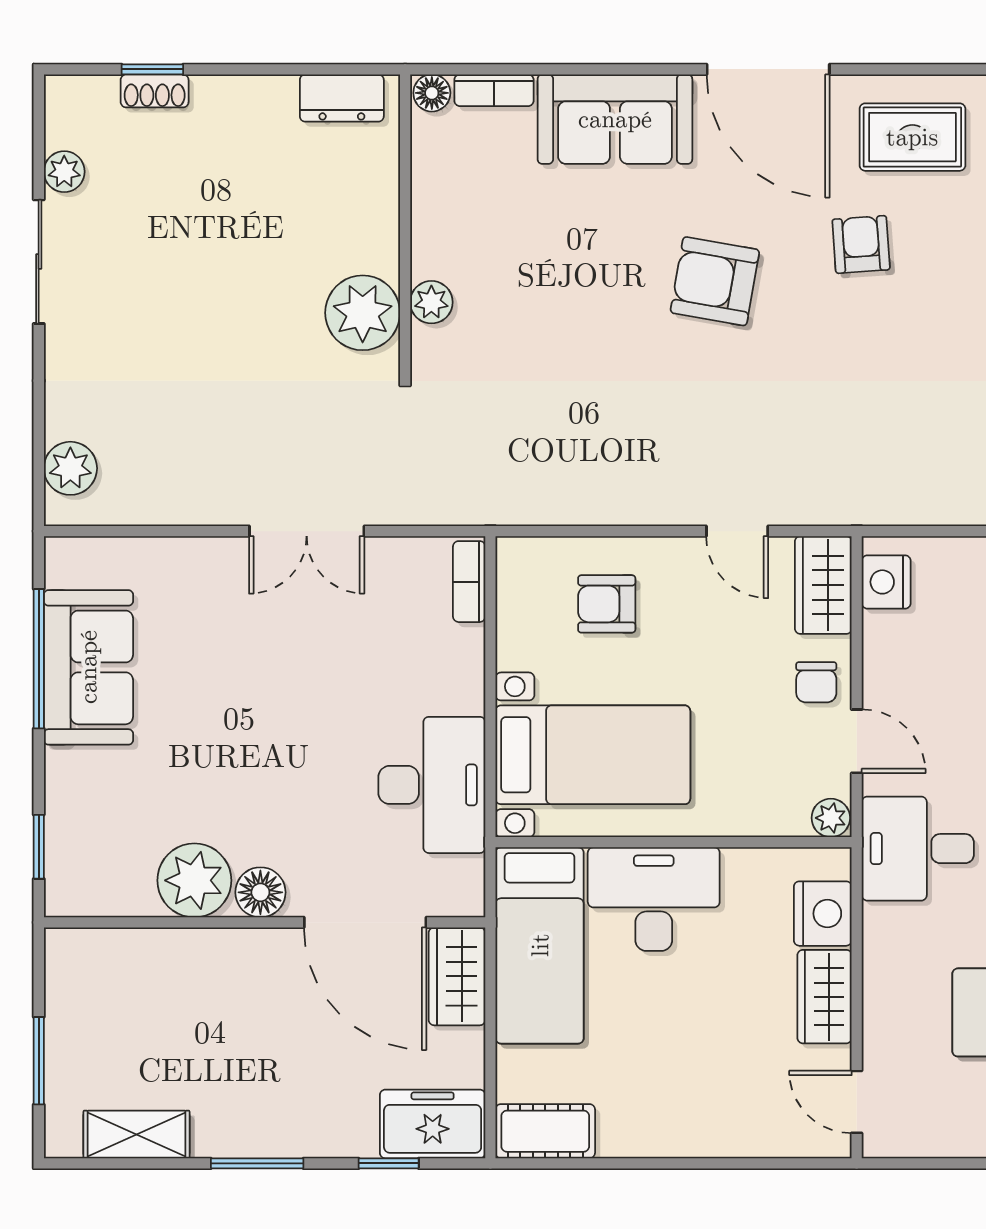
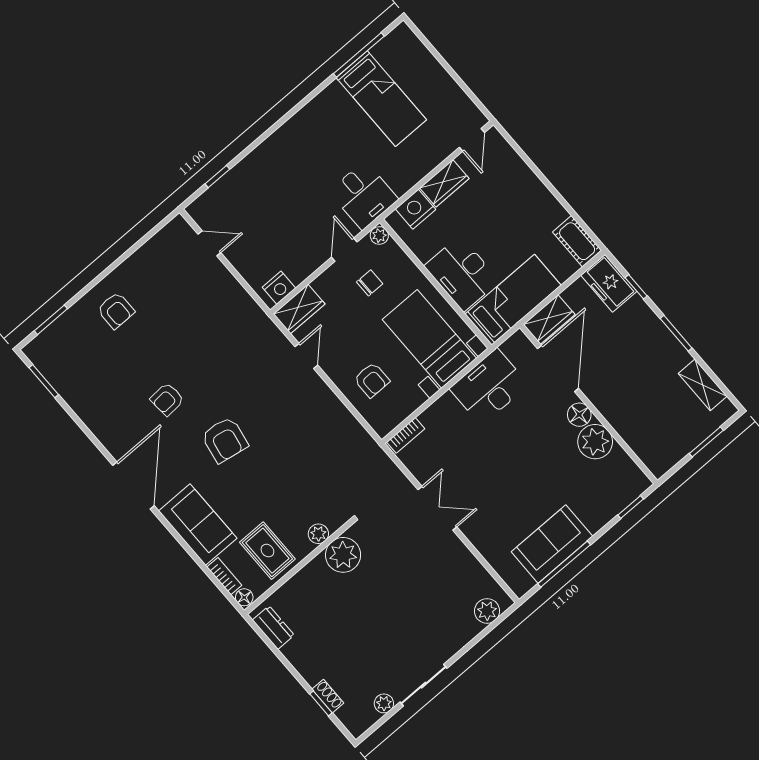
rug: (912, 137) -> (267, 551), moved
chair: (816, 682) -> (370, 283), moved

